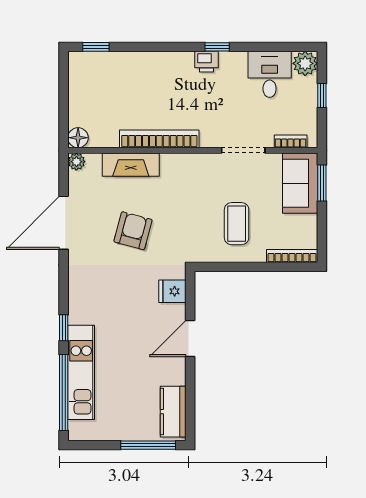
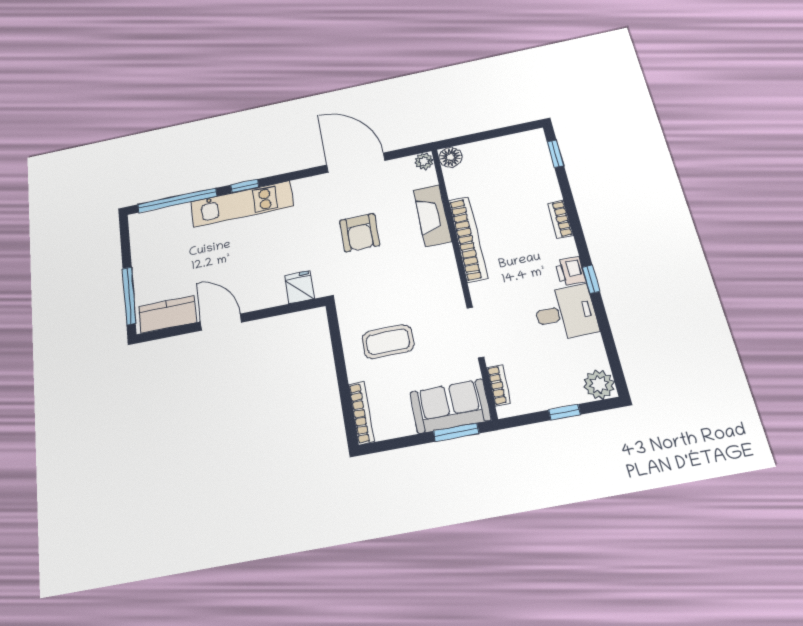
bookcase: (158, 58) -> (560, 219), added
desk: (270, 74) -> (566, 313), moved
armchair: (133, 231) -> (360, 233), turned 75
door: (190, 338) -> (221, 322), moved
kitchen unit: (81, 372) -> (242, 204), moved

